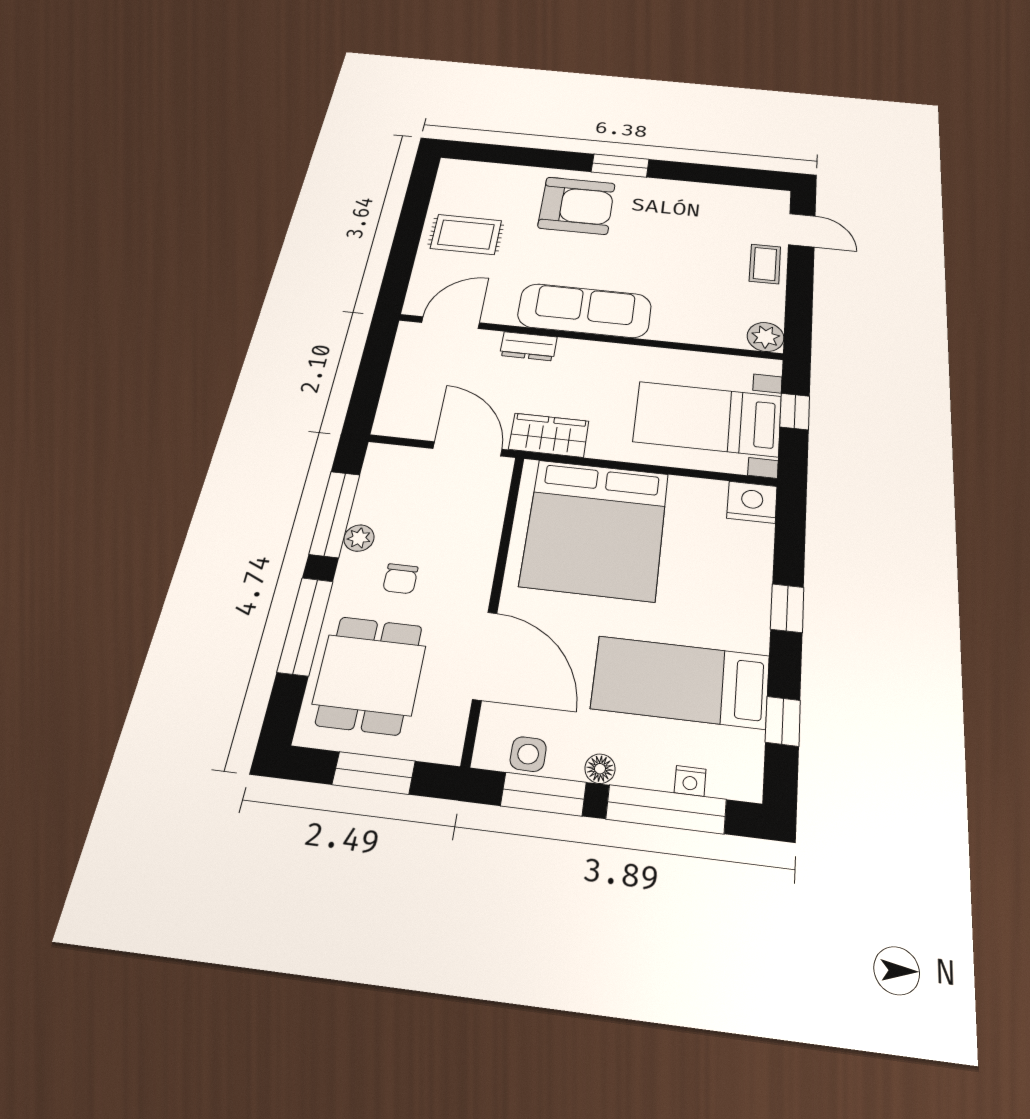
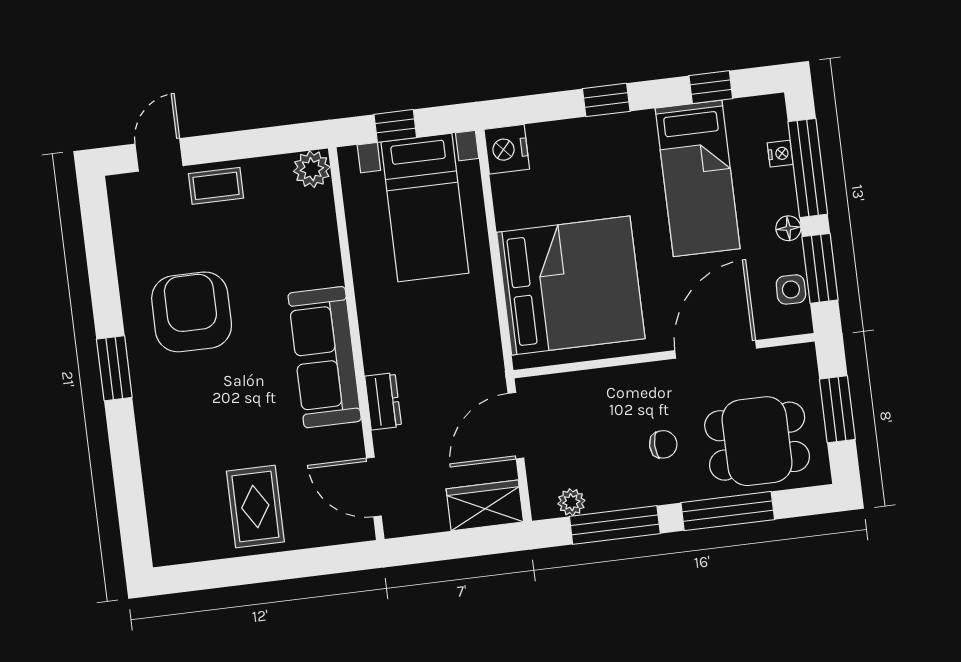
armchair: (577, 205) -> (192, 312), moved
wardrobe: (549, 435) -> (485, 505), moved, turned 90
plant: (359, 538) -> (571, 502), moved

